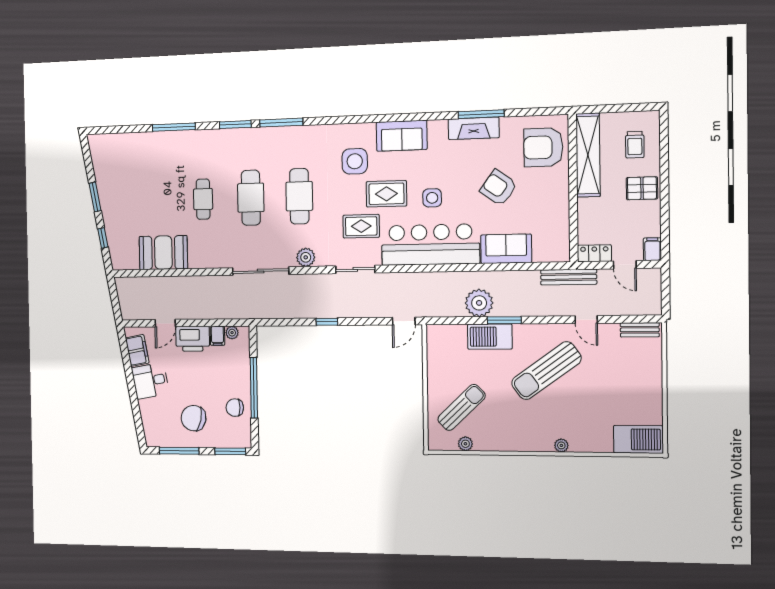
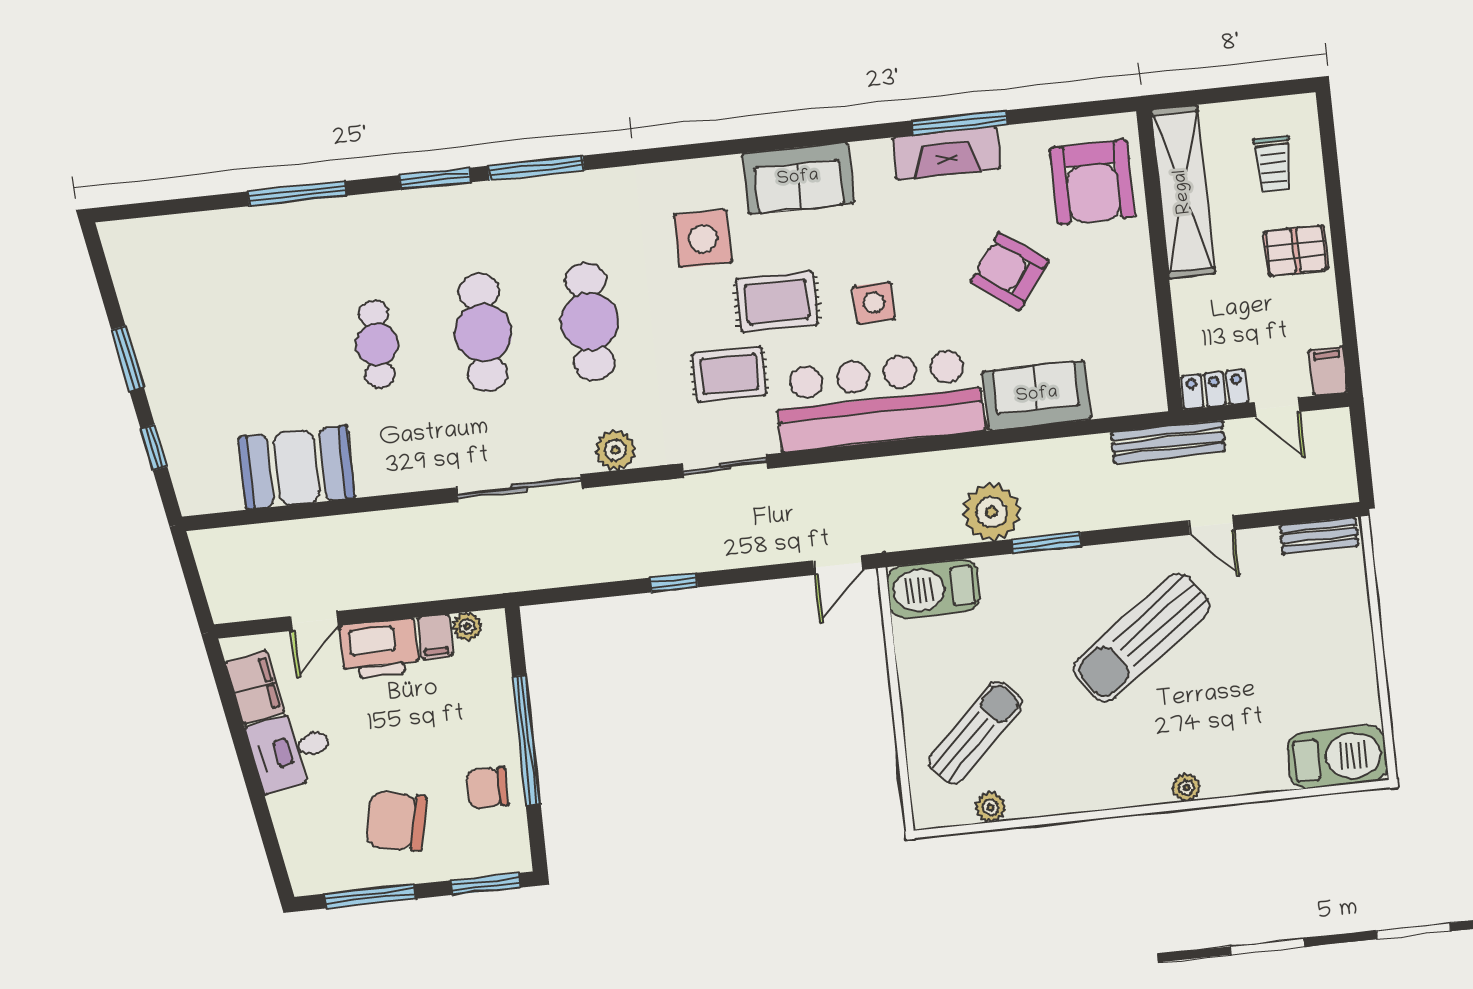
armchair: (543, 147) -> (1092, 182), turned -90
barbecue: (490, 337) -> (933, 589), moved

